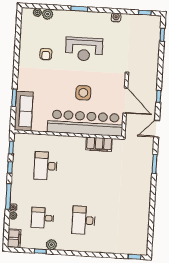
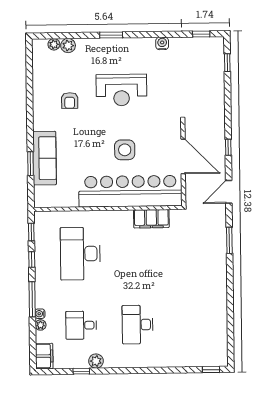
sofa: (24, 111) -> (45, 158), moved
desk: (46, 166) -> (80, 254), width x1.36, depth x1.30

